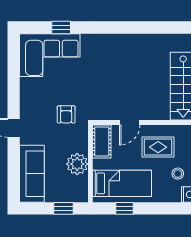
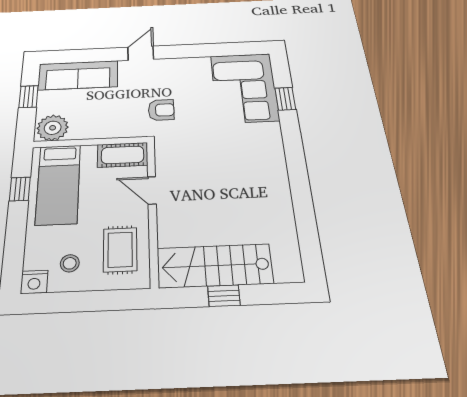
armchair: (66, 114) -> (161, 110), turned 180
rug: (158, 147) -> (120, 250), moved
plant: (77, 164) -> (53, 128), moved
window: (64, 208) -> (29, 97), moved

